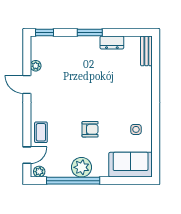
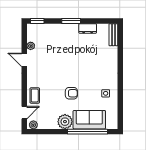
sofa: (131, 165) -> (89, 120), moved
window: (73, 181) -> (87, 132), moved

